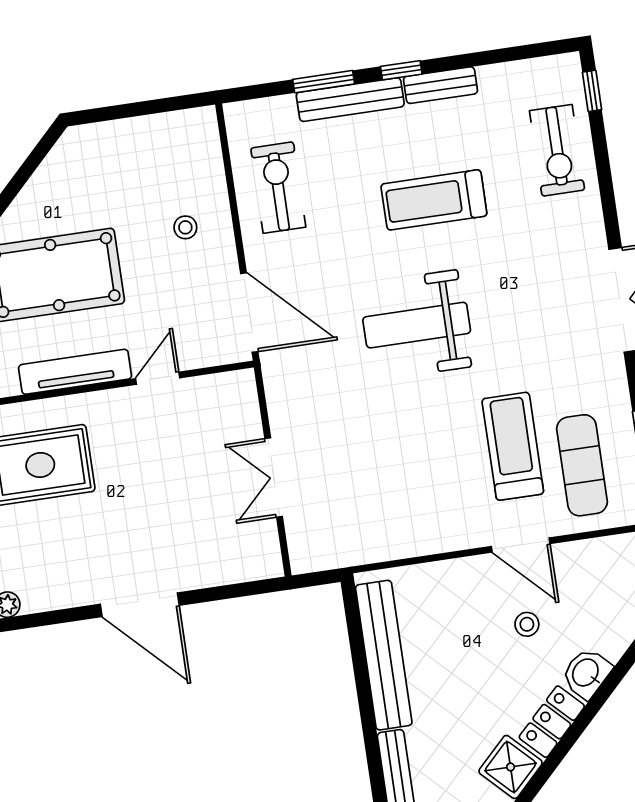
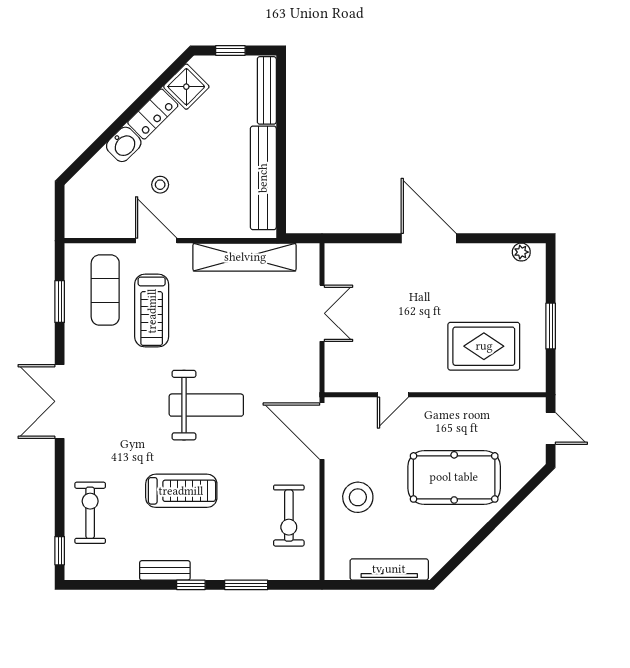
bench: (350, 100) -> (229, 570), removed
stool: (185, 227) -> (358, 497), width x1.89, depth x1.89
tv unit: (75, 372) -> (389, 569), moved, turned 180
shelving: (394, 540) -> (245, 257), added

